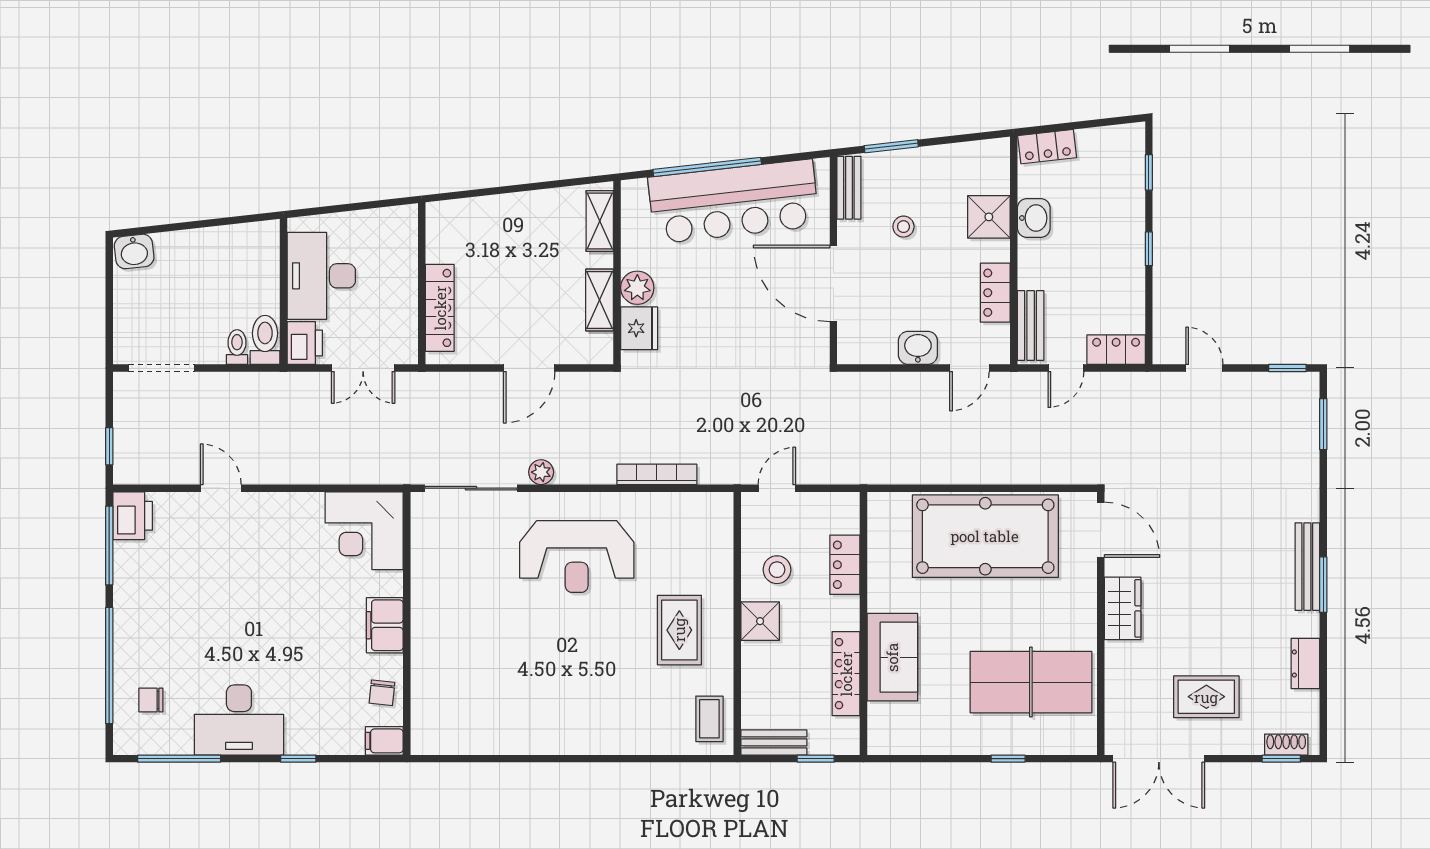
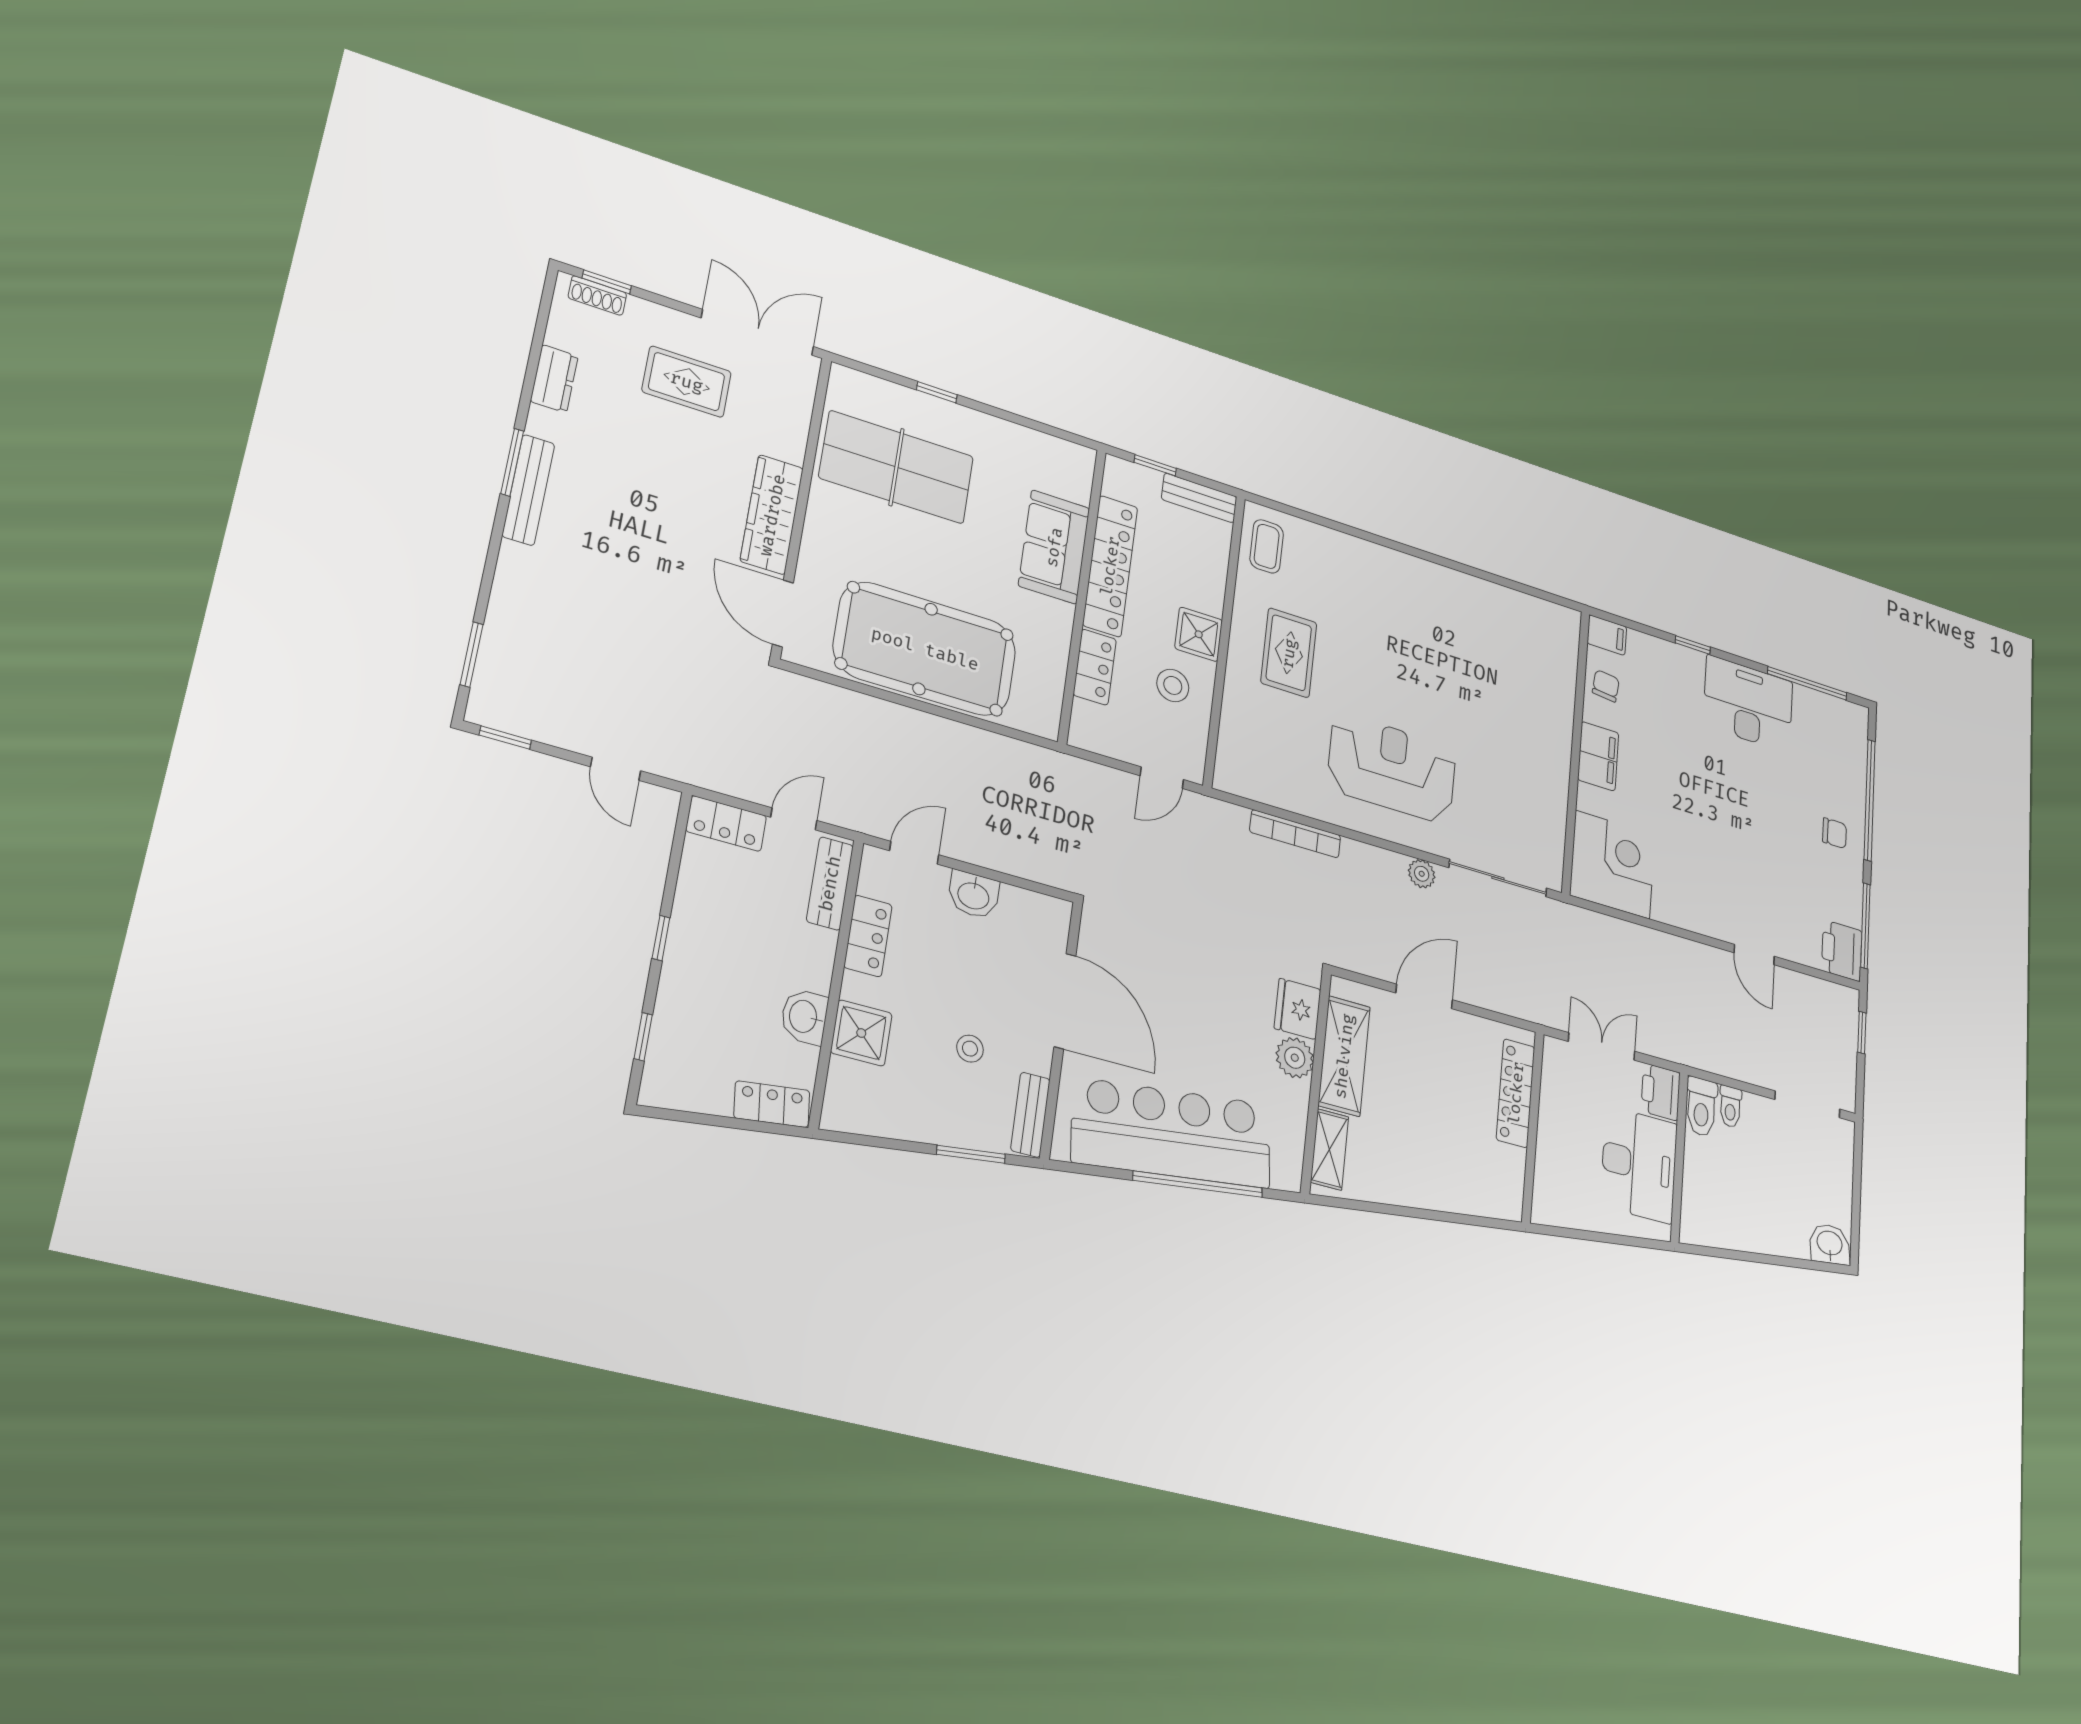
shelving: (600, 300) -> (1344, 1056), width x1.50, depth x1.33
wardrobe: (1123, 608) -> (772, 515), width x1.50
locker: (846, 674) -> (1110, 566), width x1.41, depth x1.21
chair: (151, 700) -> (1835, 833), moved

